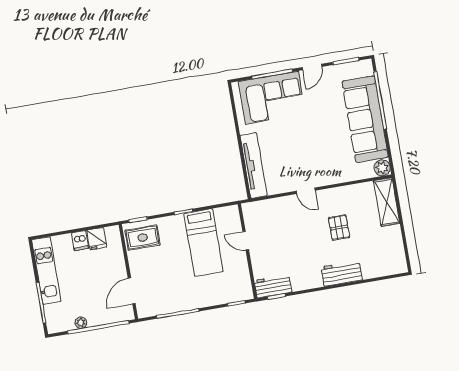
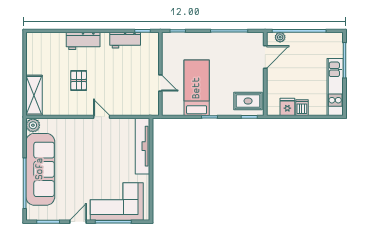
workbench: (273, 286) -> (125, 40), moved
plant: (81, 323) -> (280, 37), moved

